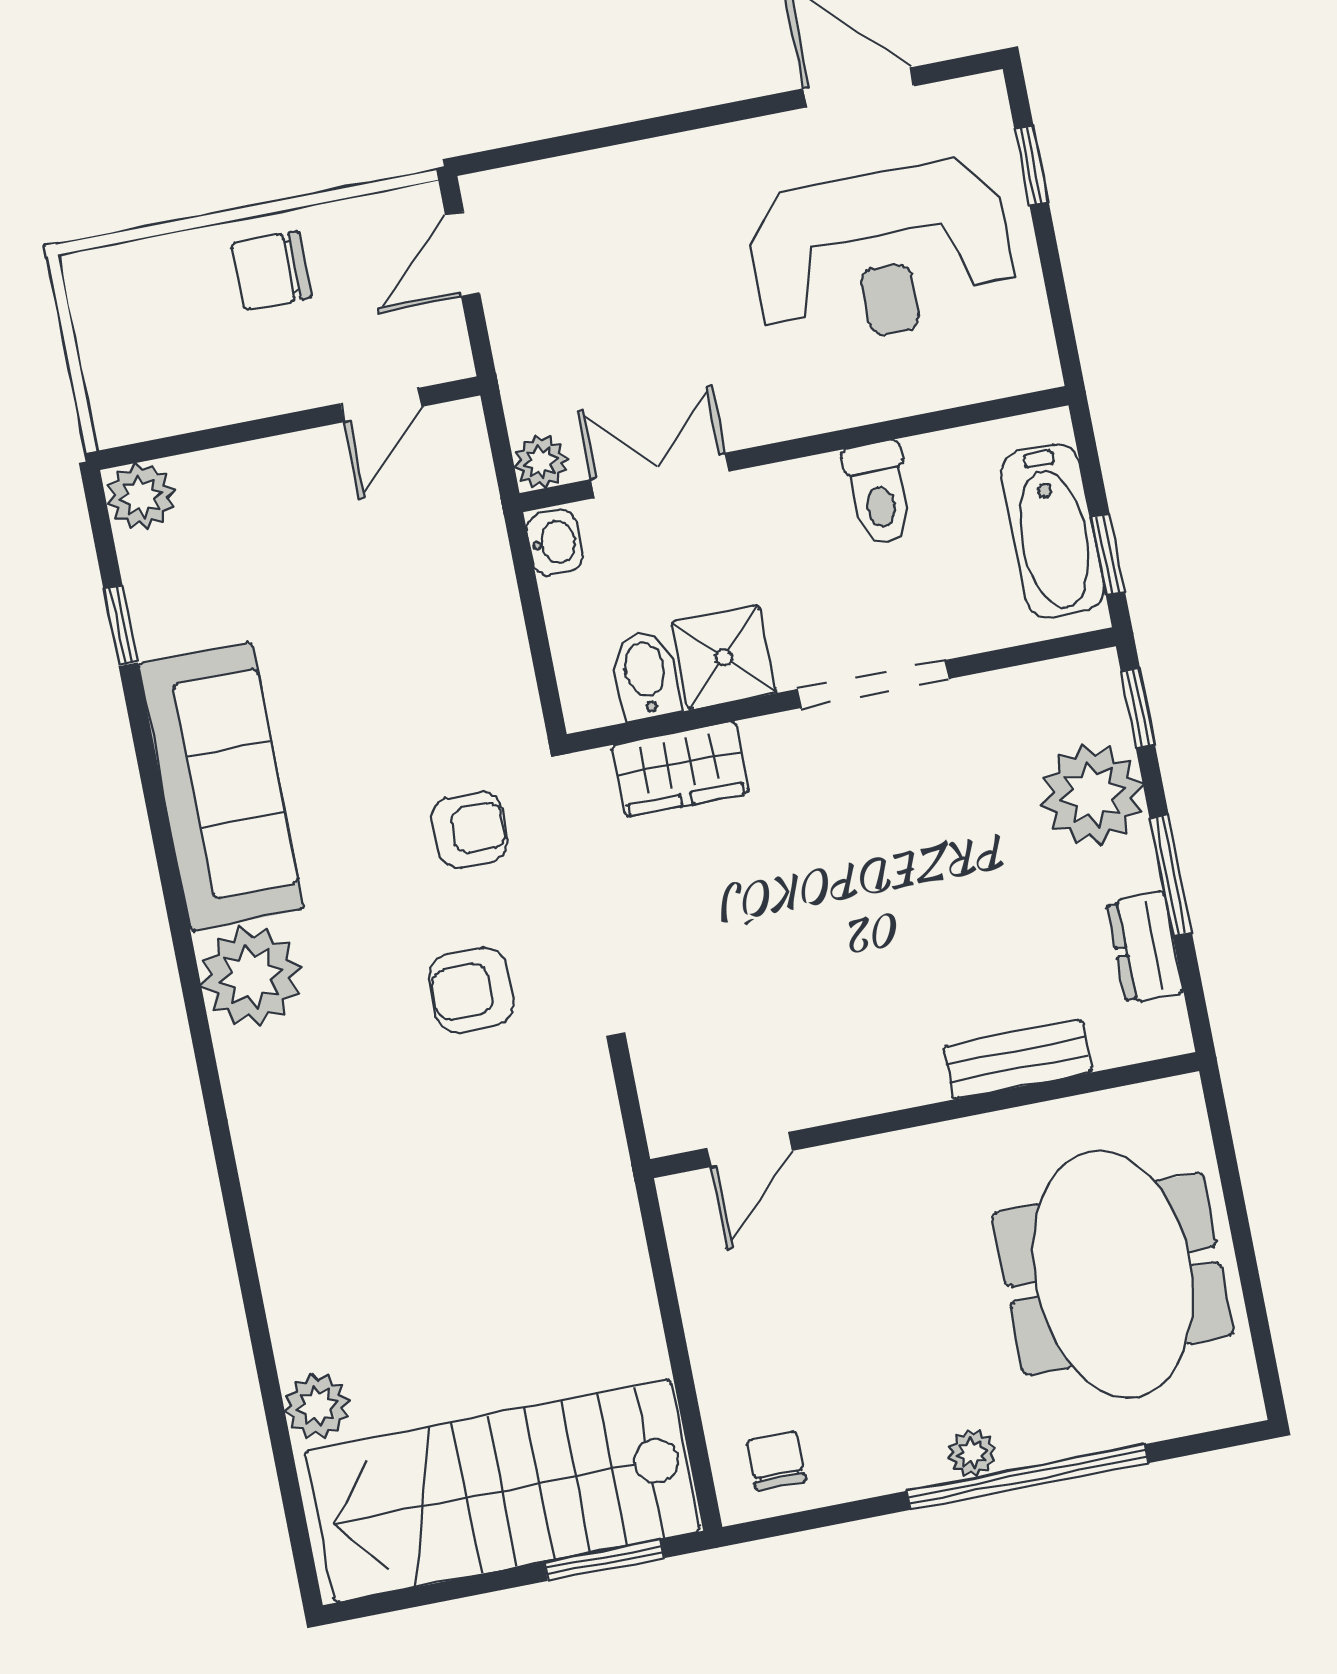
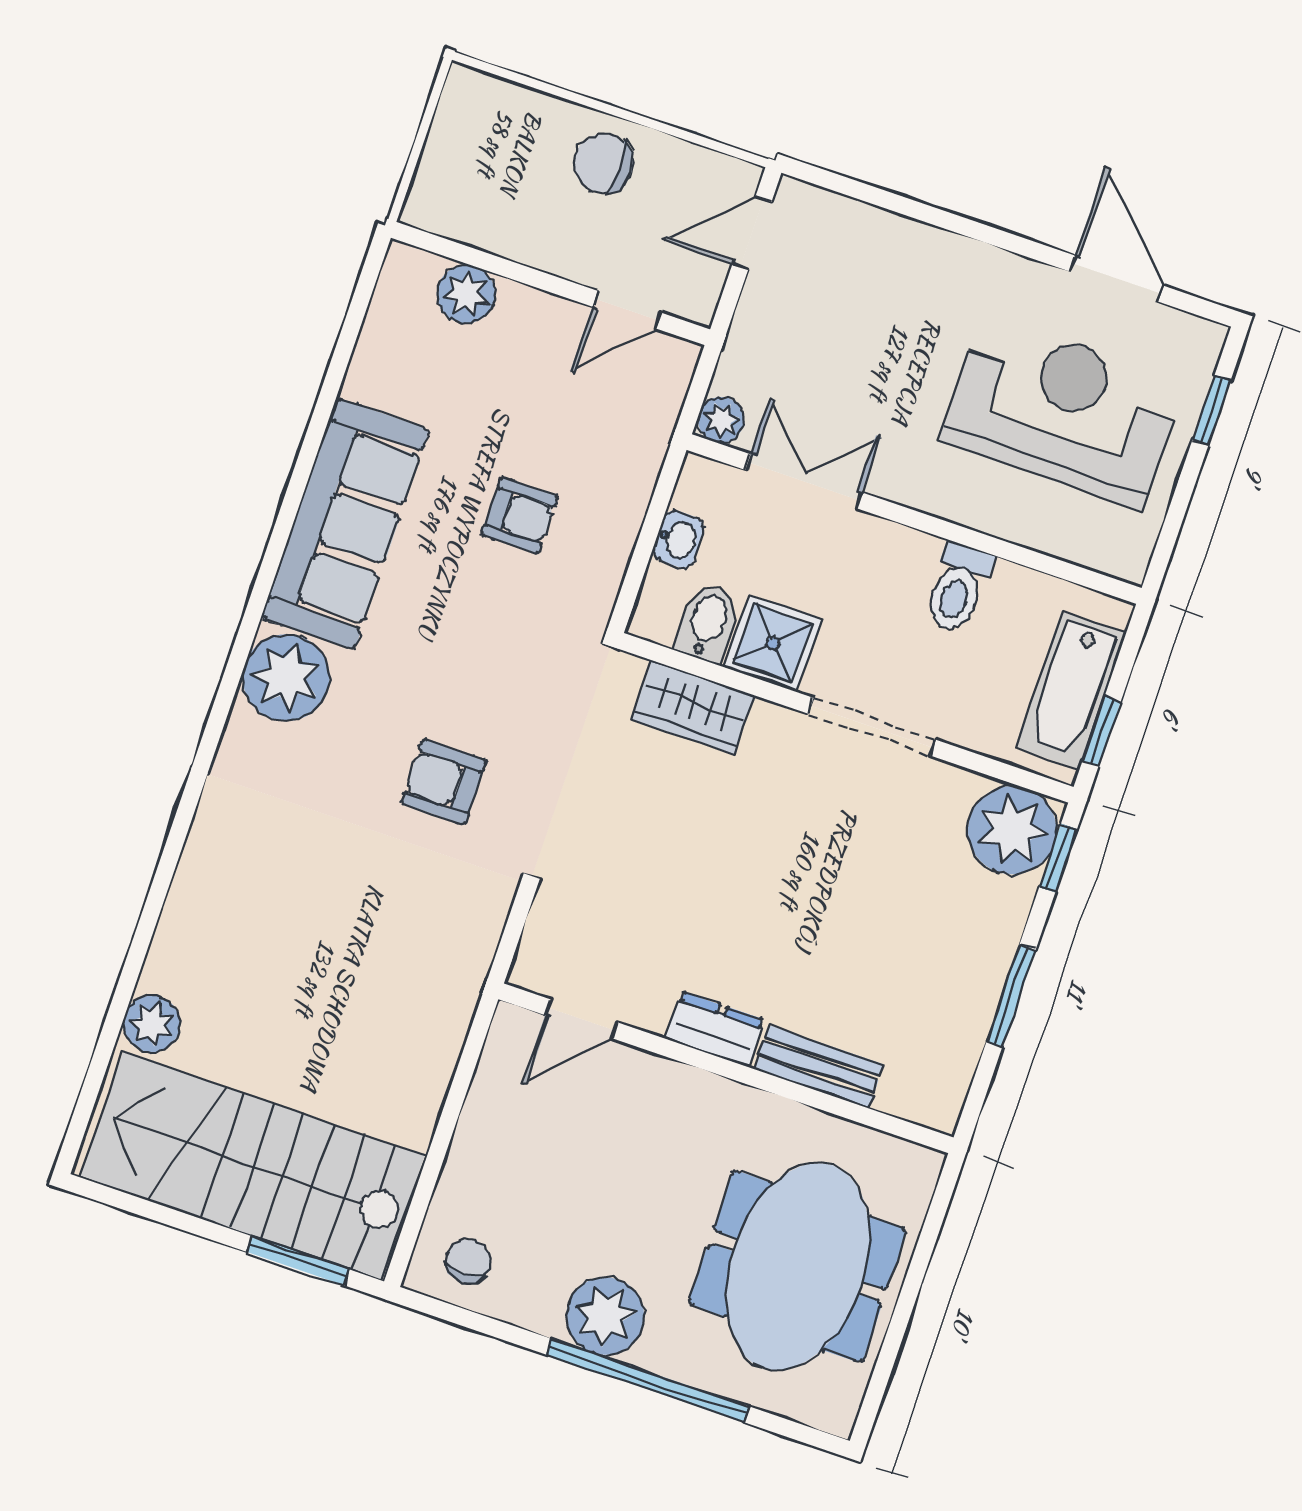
reception desk: (881, 254) -> (1062, 412), turned 180
plant: (141, 497) -> (466, 294), moved
washbasin: (555, 542) -> (679, 539), moved
window: (121, 625) -> (340, 362), removed
plant: (1092, 795) -> (1012, 830), moved
armchair: (470, 830) -> (520, 515), moved
dresser: (1145, 947) -> (715, 1029), moved, turned 90
plant: (972, 1453) -> (605, 1316), width x1.88, depth x1.88

